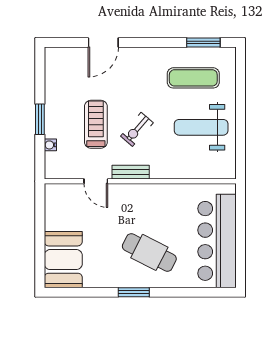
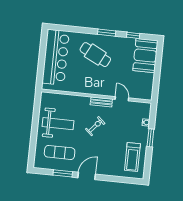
door: (103, 42) -> (87, 176), moved
window: (203, 42) -> (63, 173), moved
treadmill: (96, 124) -> (132, 157), moved
window: (88, 292) -> (133, 35), added

